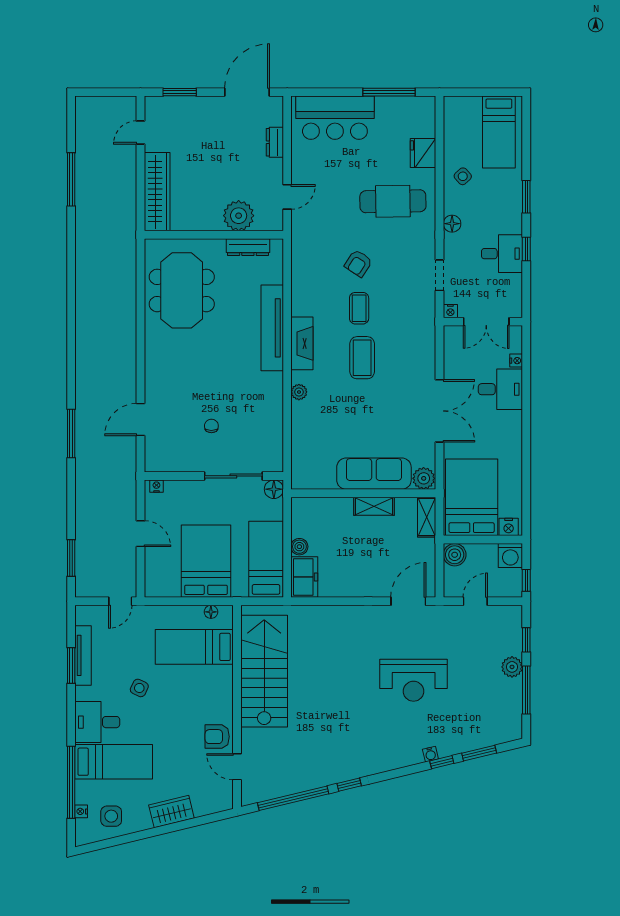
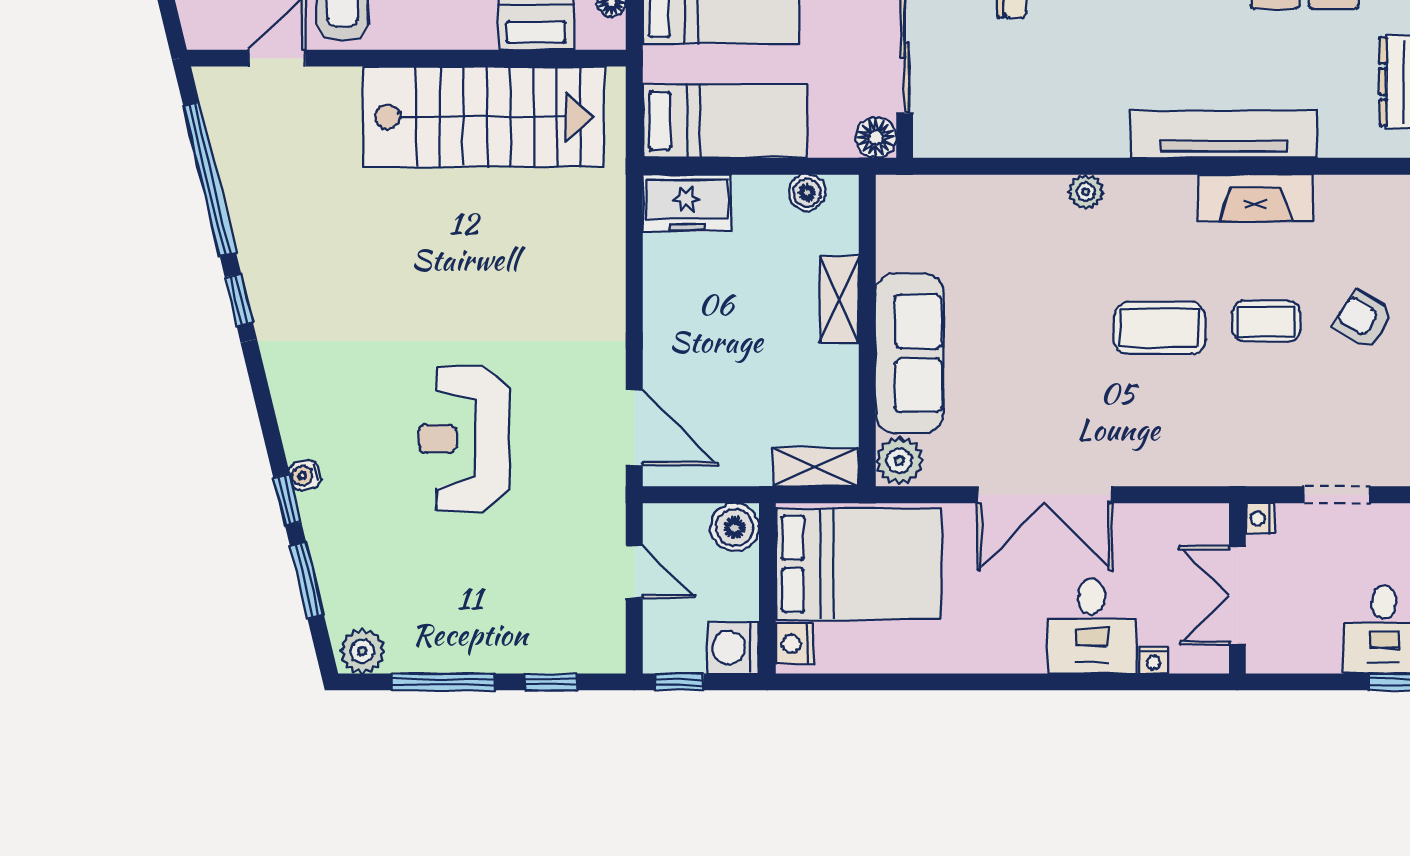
fireplace: (302, 343) -> (1256, 198), moved
shelving: (374, 506) -> (839, 299), moved
boiler: (299, 547) -> (807, 193), moved
plant: (512, 667) -> (362, 651), moved

